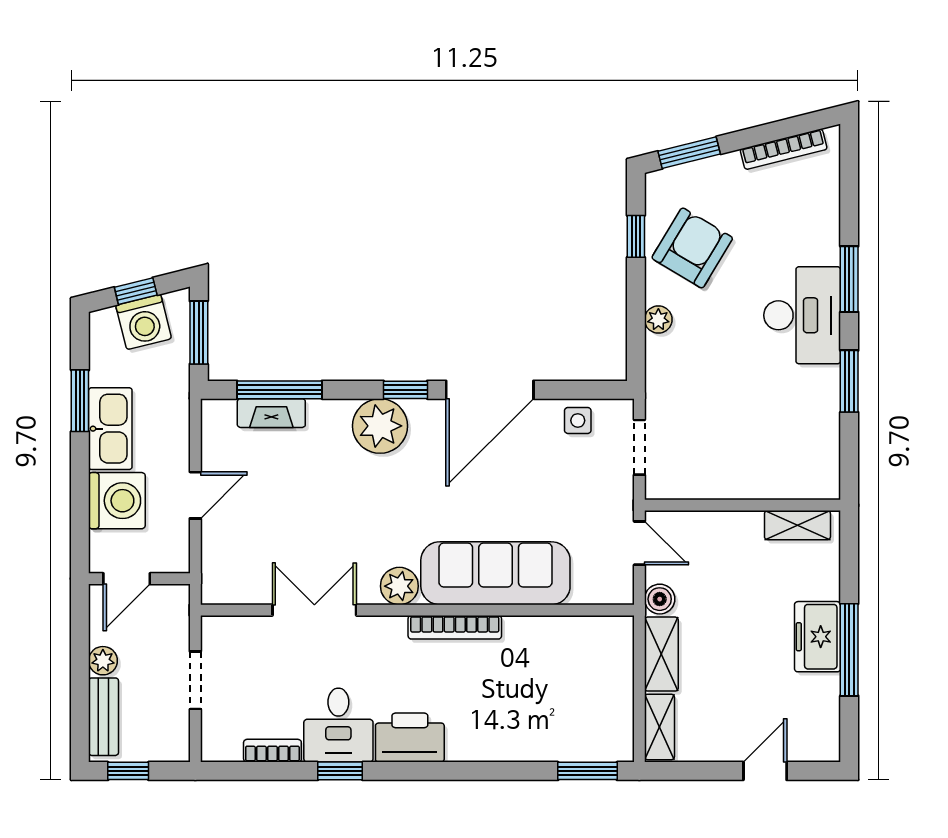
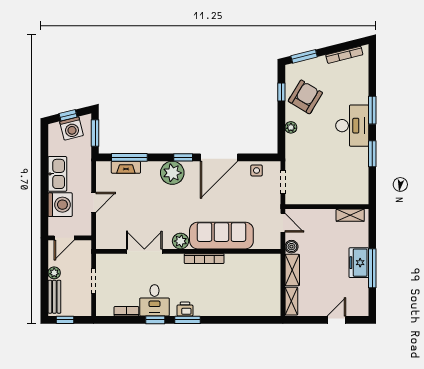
window: (80, 401) -> (44, 162), removed
printer: (410, 738) -> (185, 309), width x0.53, depth x0.68
window: (588, 771) -> (188, 320), moved

